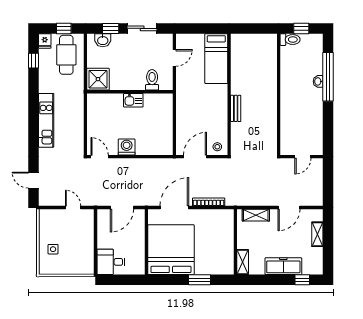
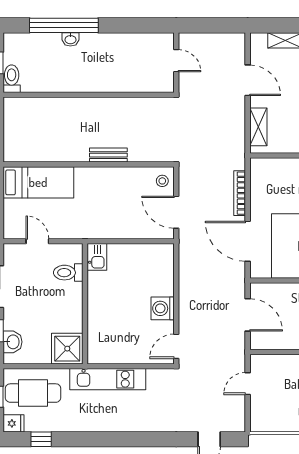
kitchen sink: (133, 100) -> (97, 257), moved
kitchen unit: (46, 120) -> (108, 379), moved, turned 180

